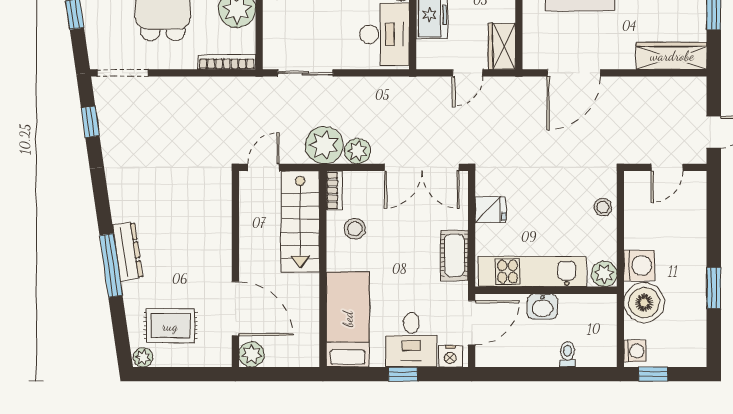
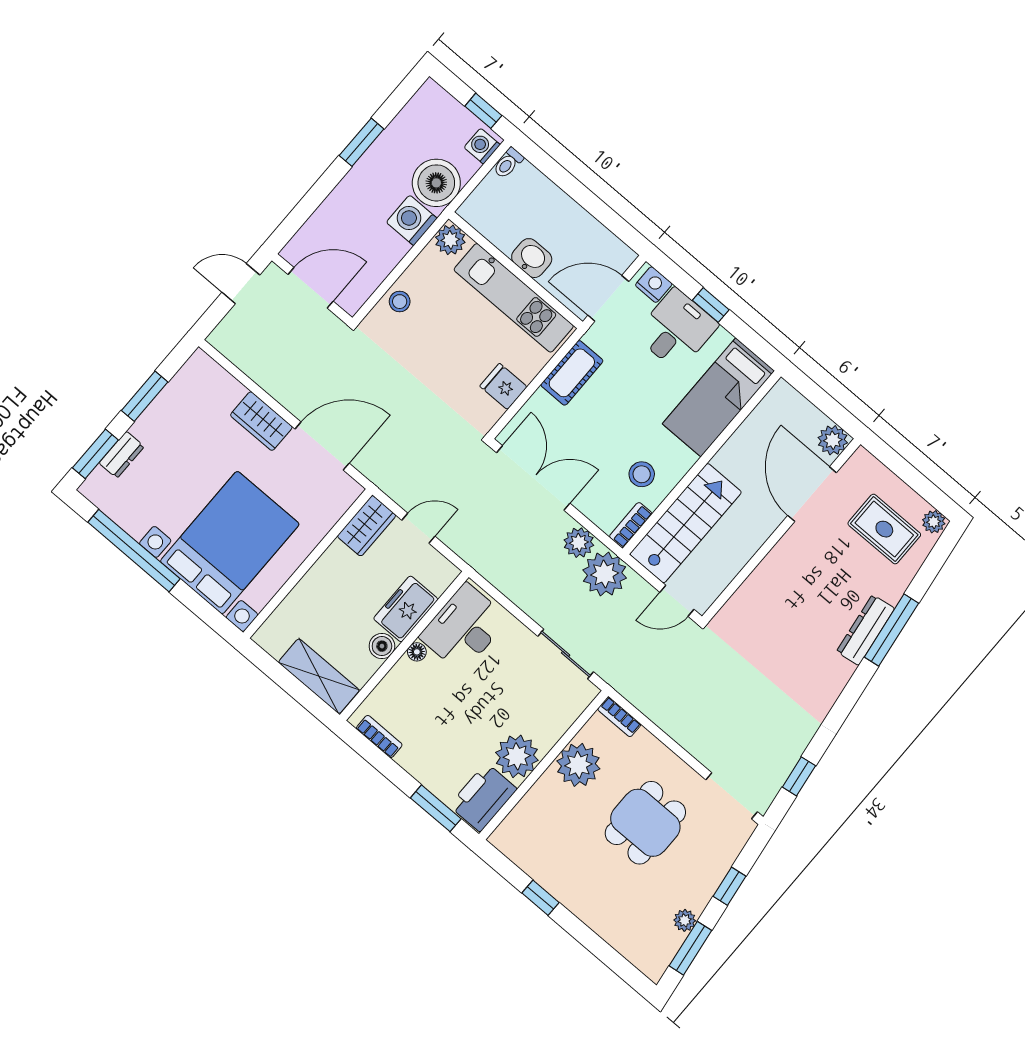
wardrobe: (672, 56) -> (261, 421), moved, width x0.67
bookcase: (227, 62) -> (619, 717), width x0.64
door: (667, 167) -> (311, 288), width x1.38
toilet: (568, 354) -> (508, 163), moved

